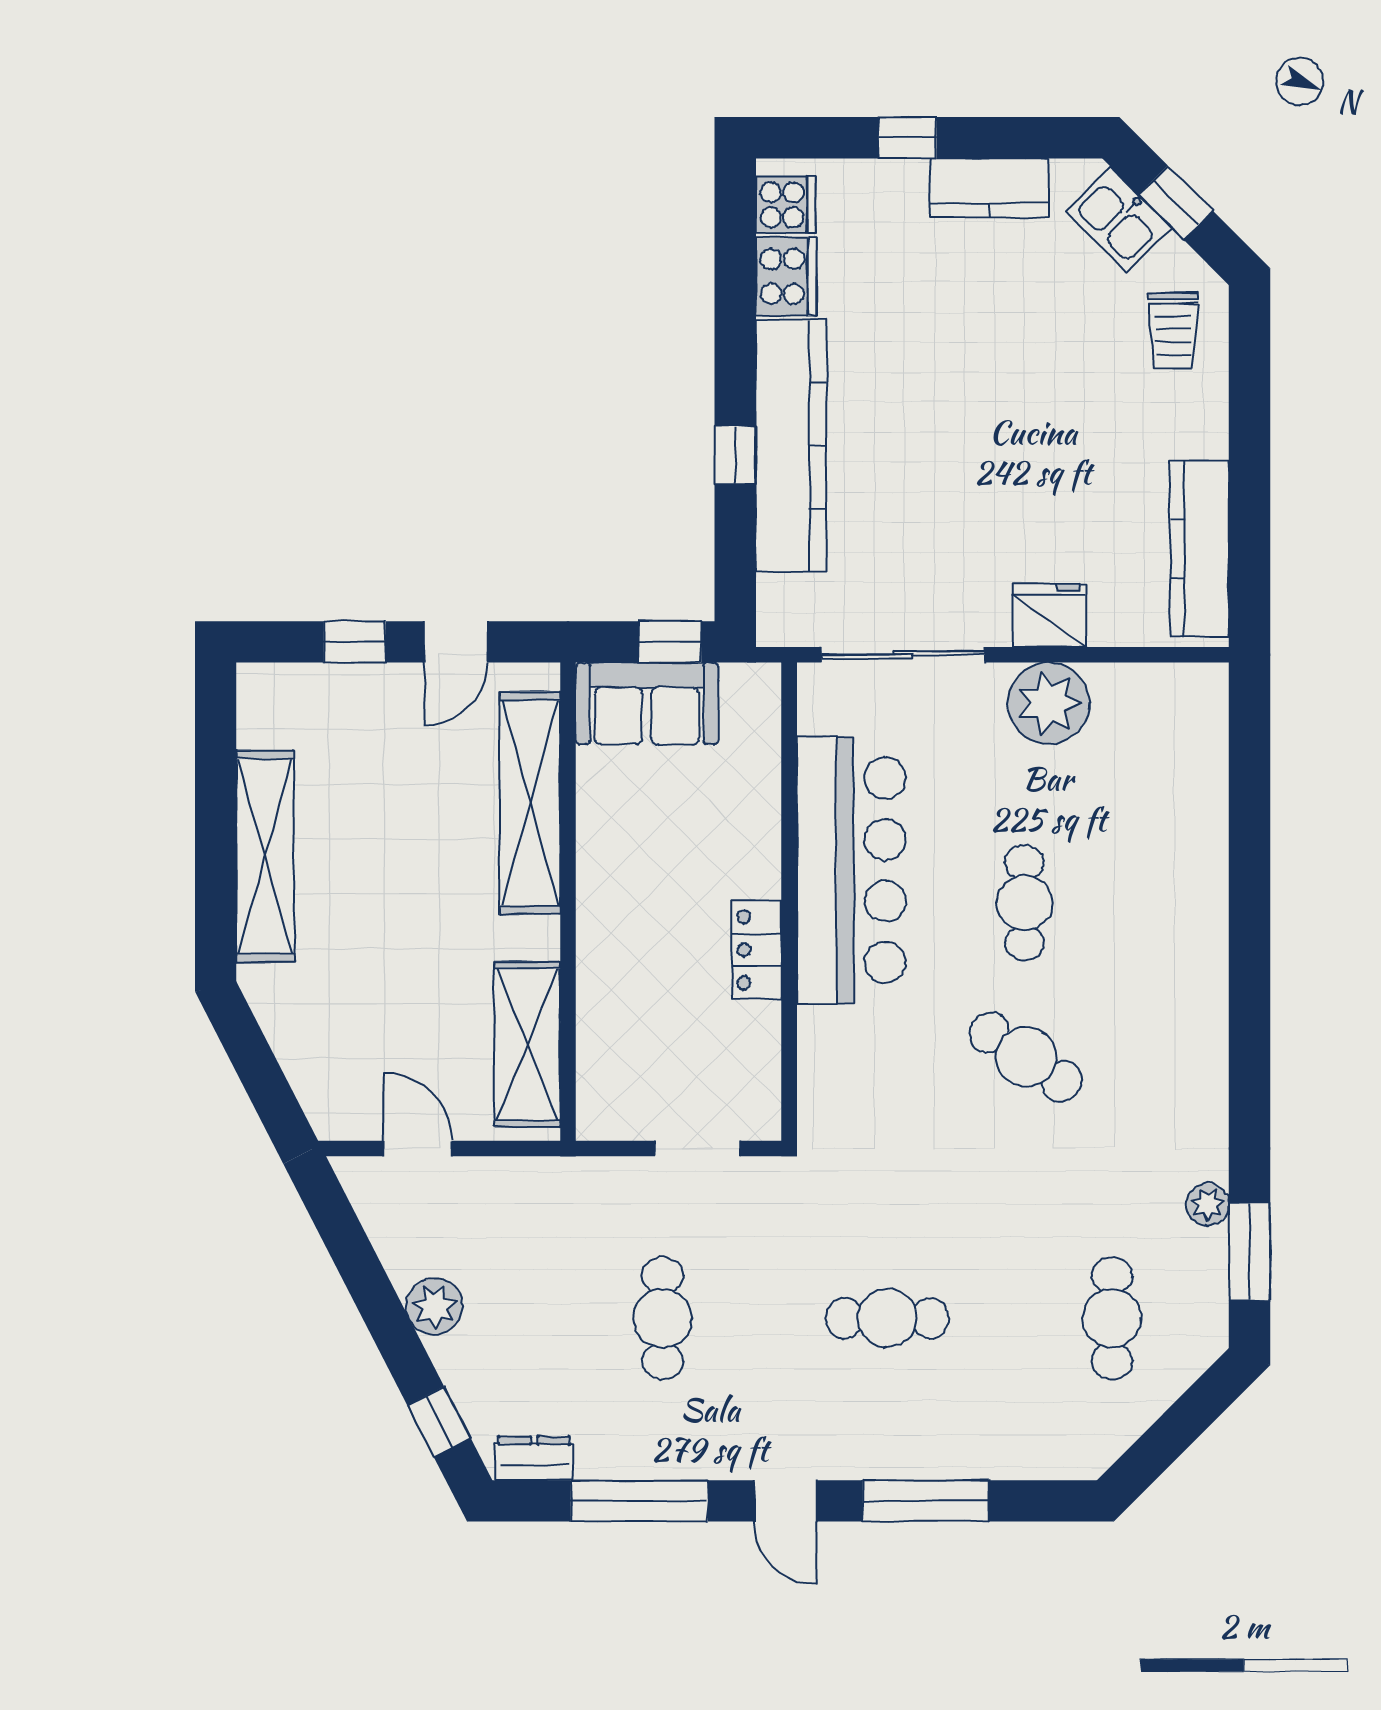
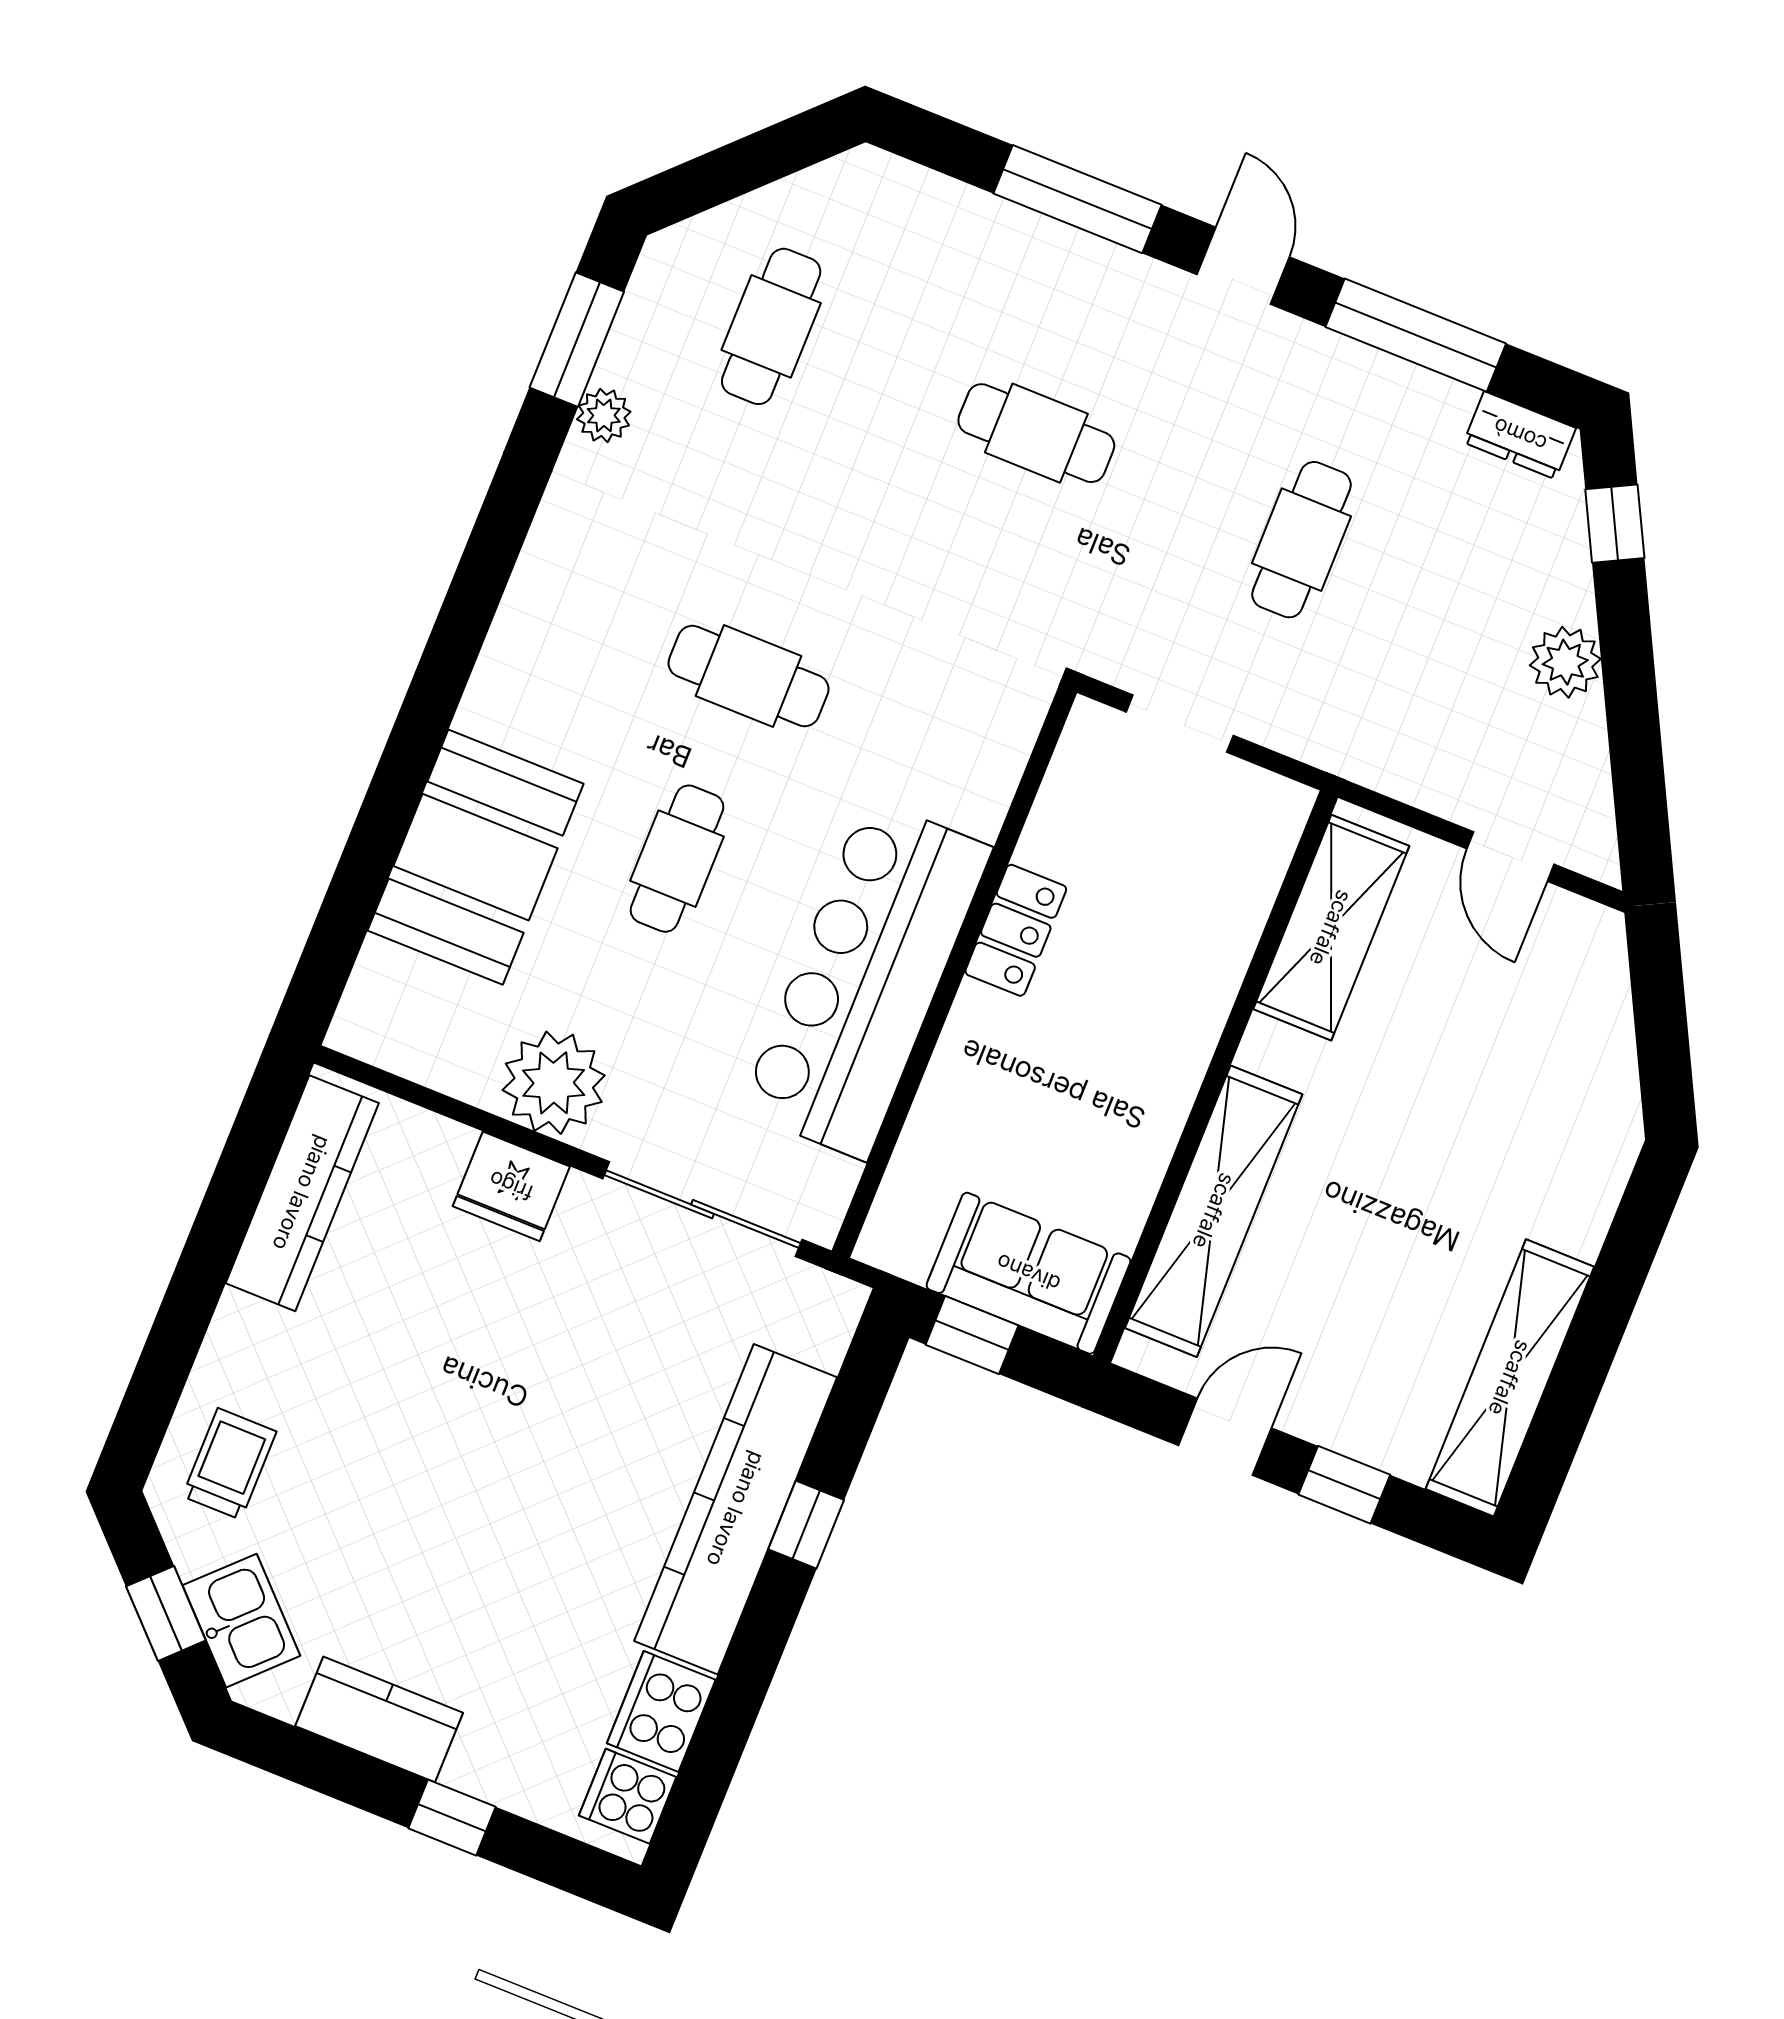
booth: (1172, 845) -> (476, 857), added
shelving: (265, 857) -> (1510, 1378), moved
cafe table: (1026, 1057) -> (749, 676), turned -34

